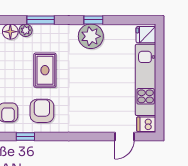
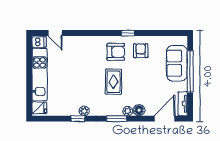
plant: (91, 36) -> (84, 111), width x0.53, depth x0.53
armchair: (42, 111) -> (116, 52), turned -90
door: (125, 136) -> (55, 33), swing flipped

